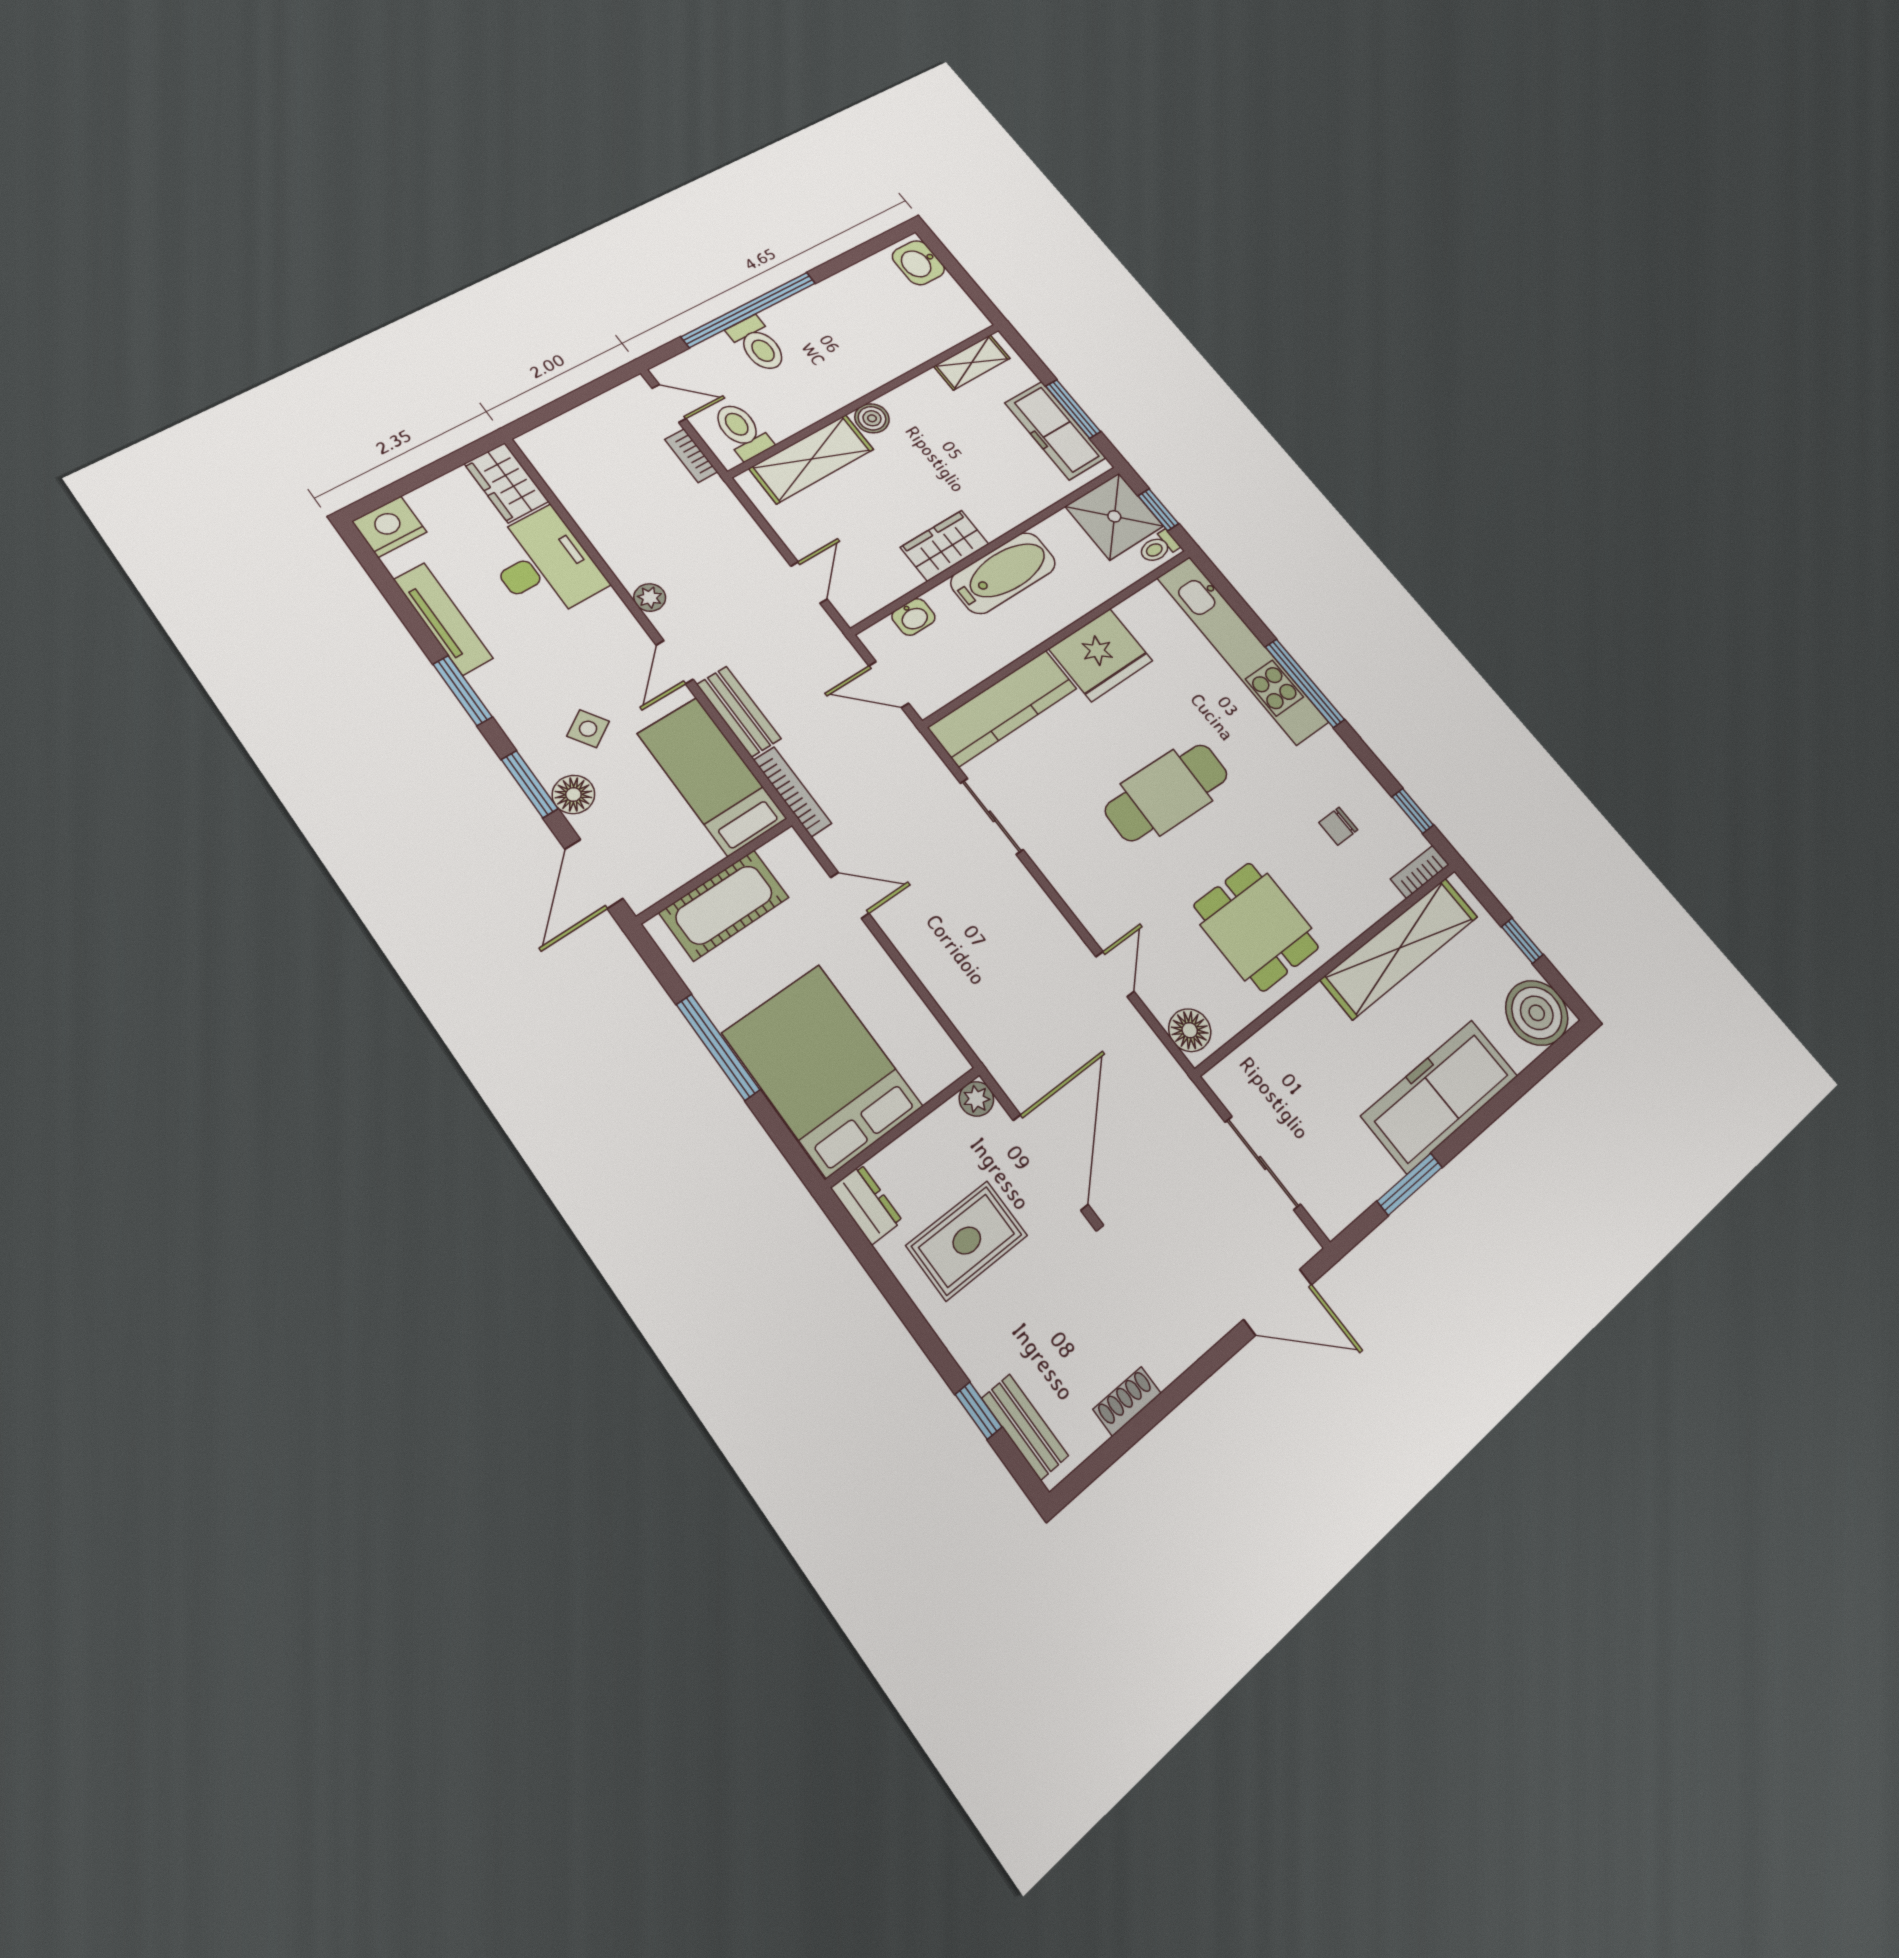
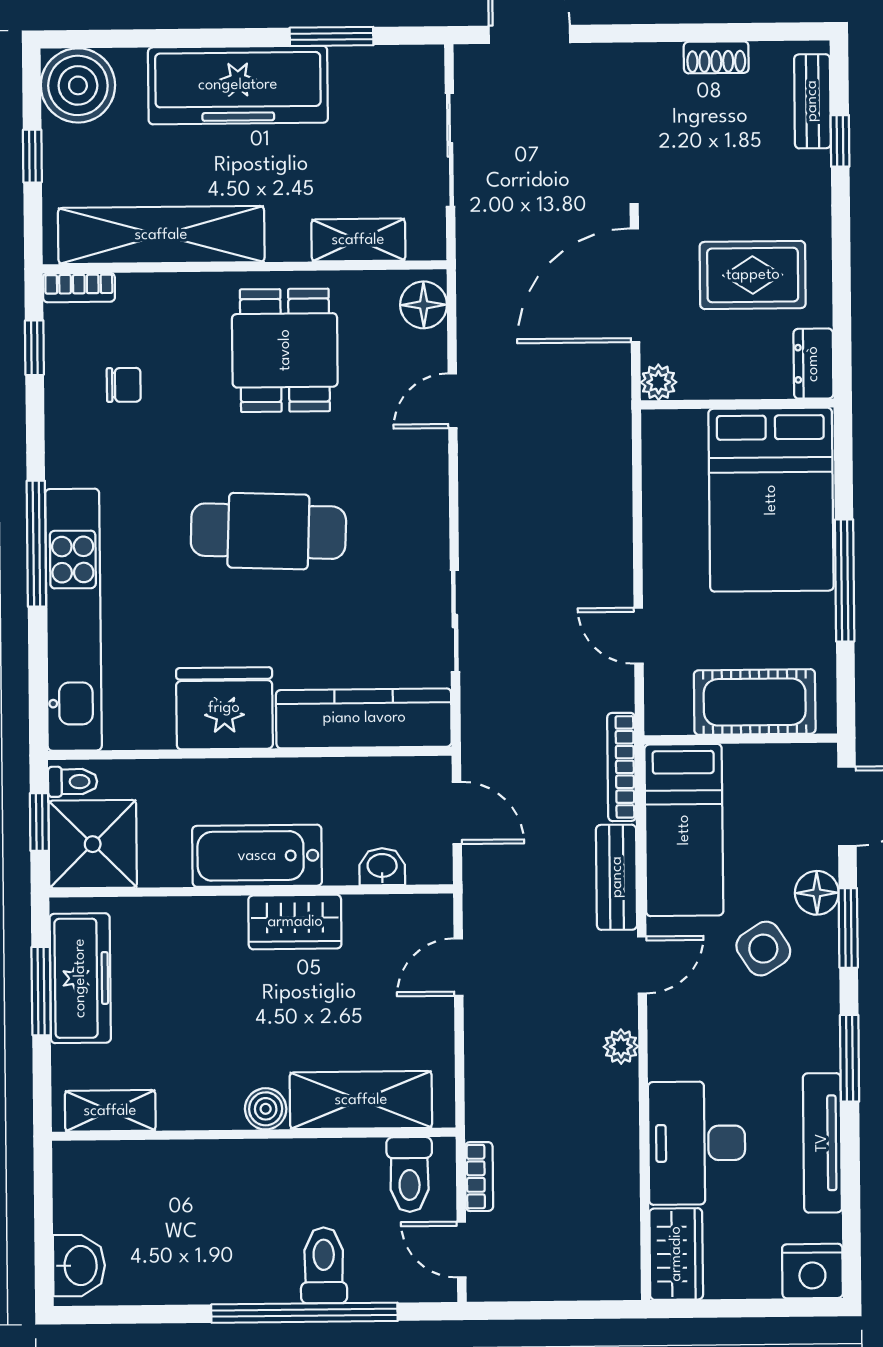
side table: (588, 729) -> (763, 949), width x1.37, depth x1.37
shelving: (1271, 1044) -> (358, 240), added

